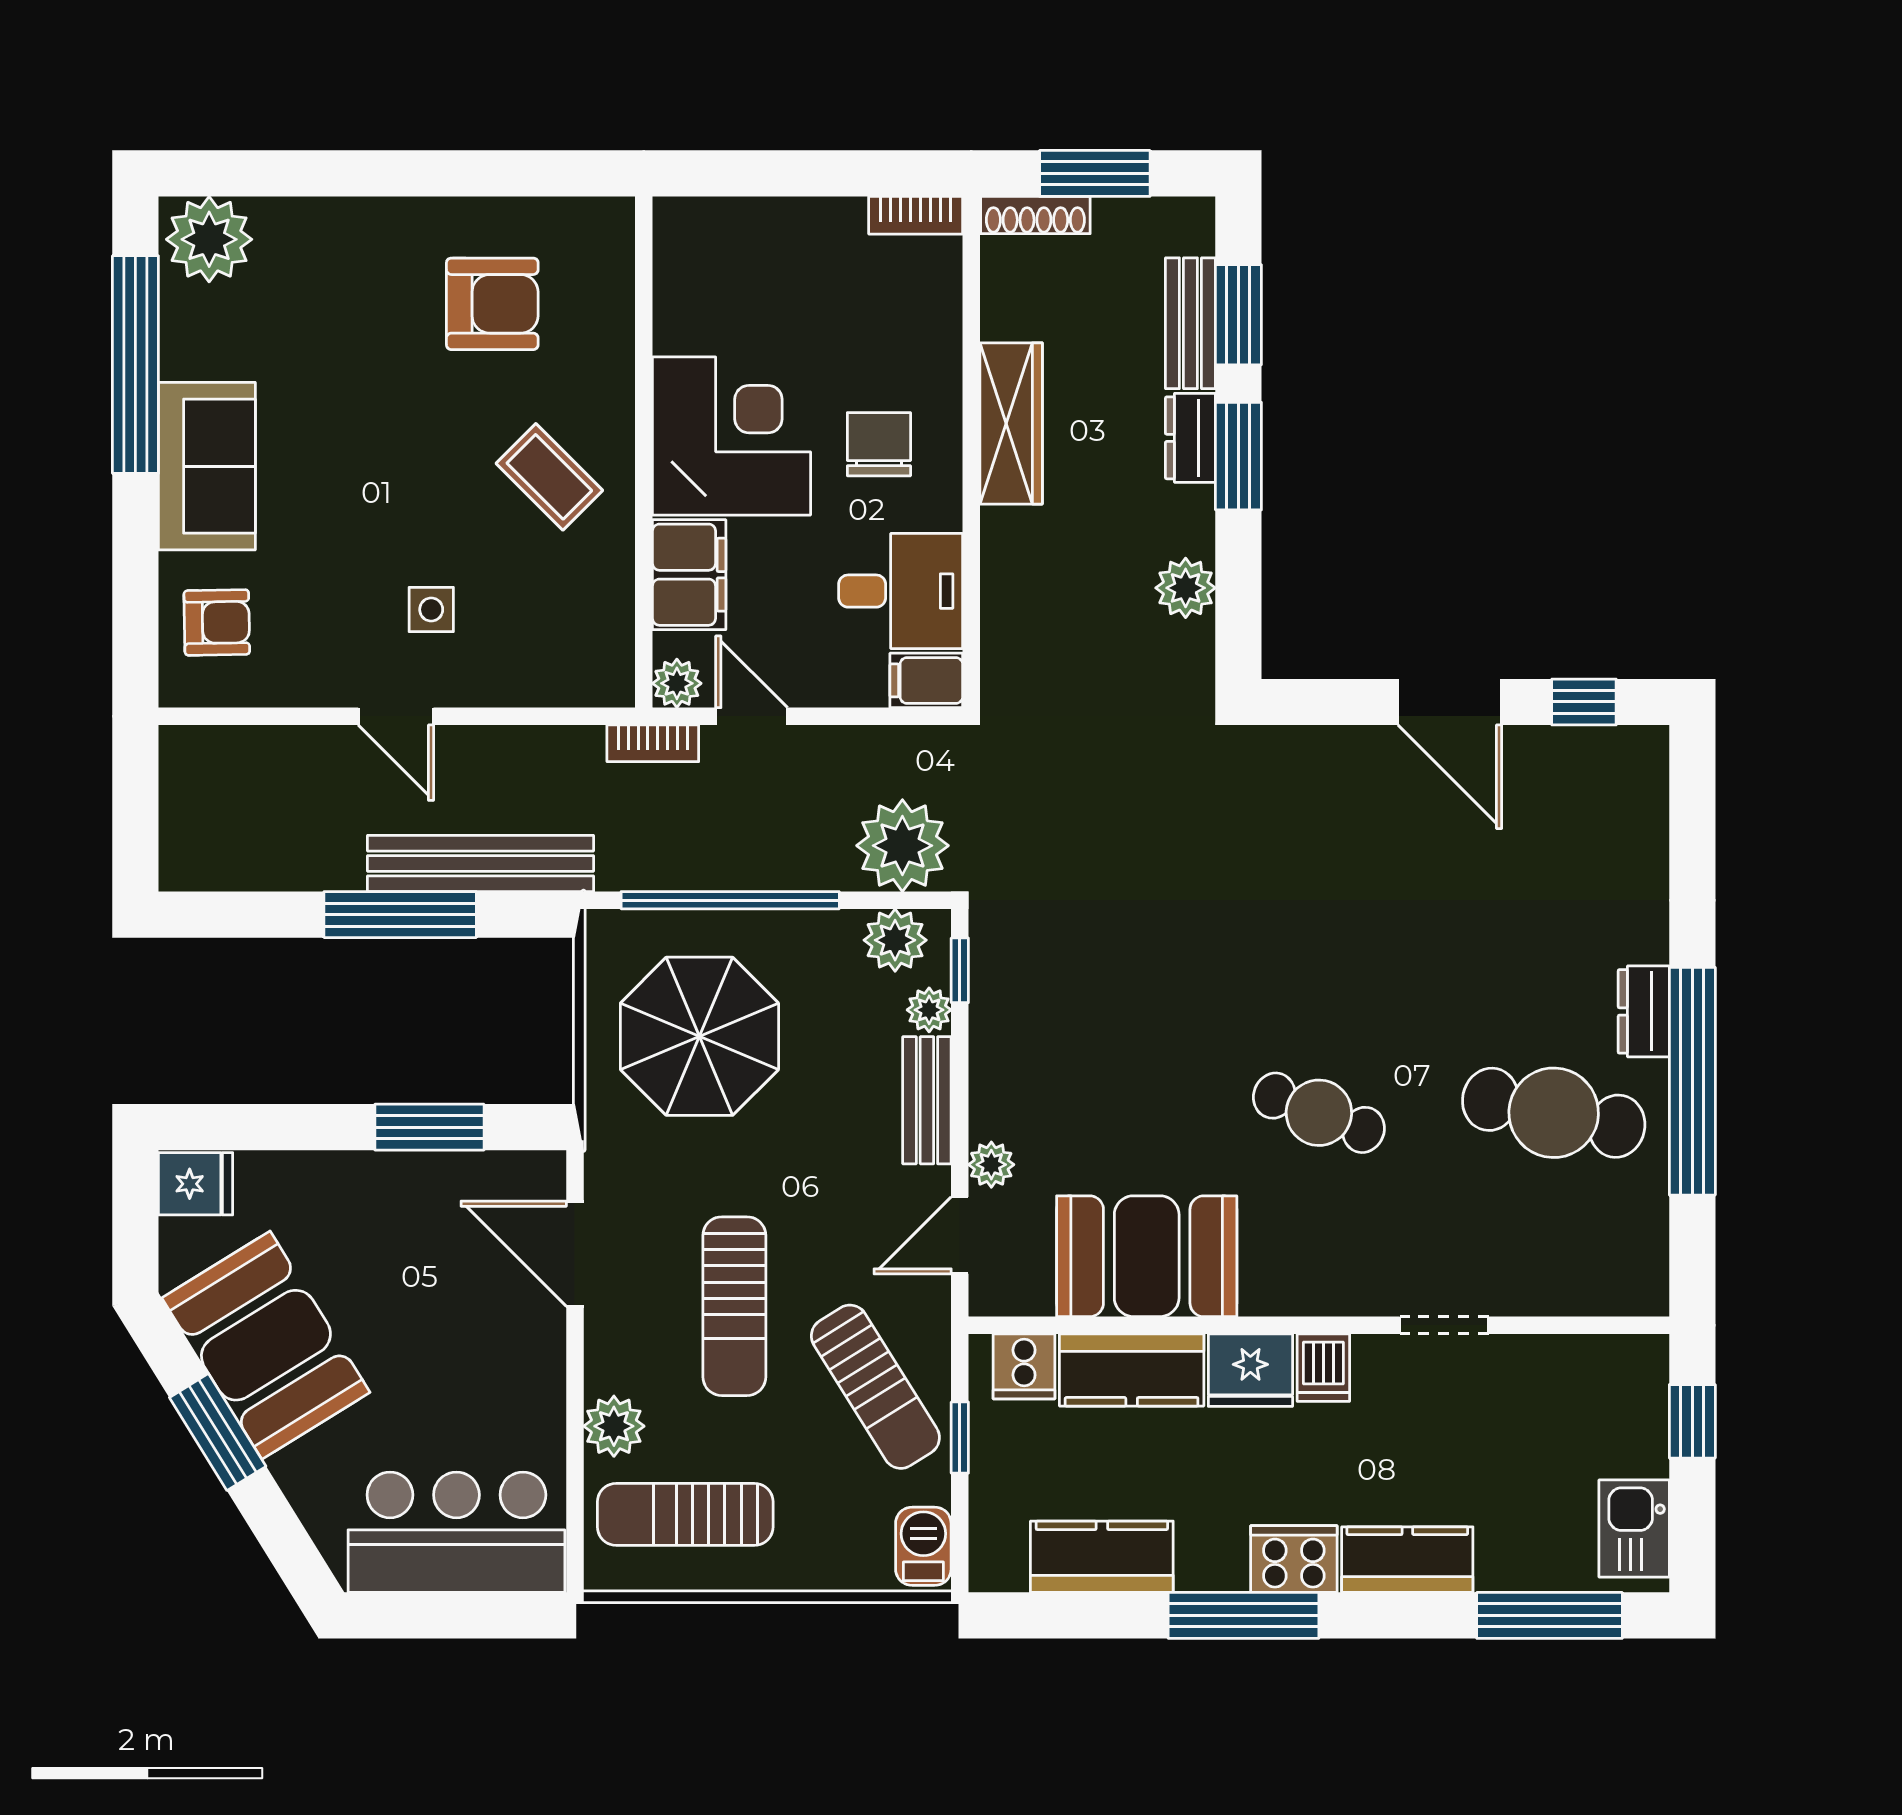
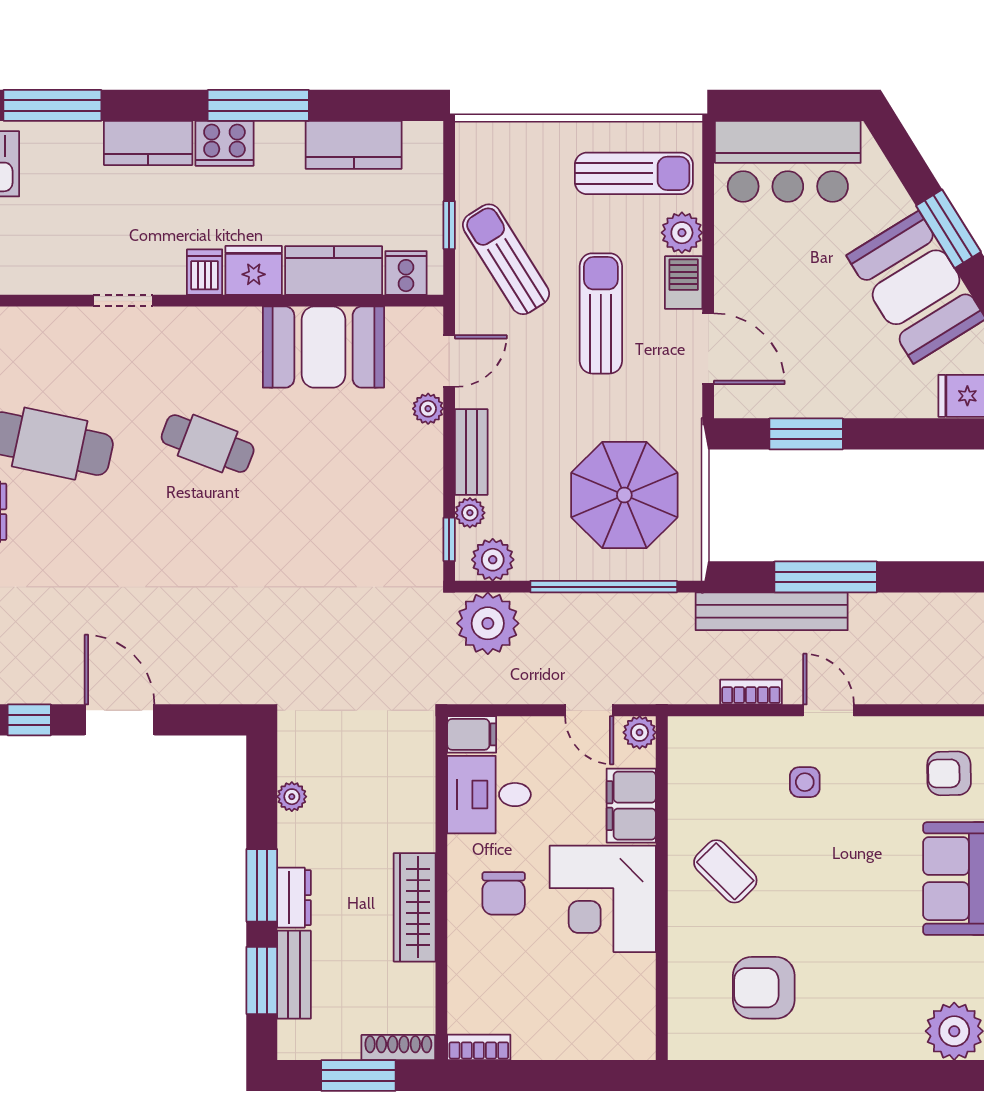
plant: (1186, 588) -> (292, 797), width x0.73, depth x0.73
bookcase: (653, 743) -> (751, 692), moved
barbecue: (923, 1546) -> (684, 283), moved, turned 180

